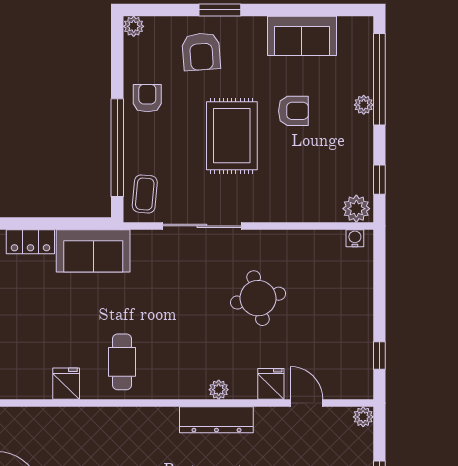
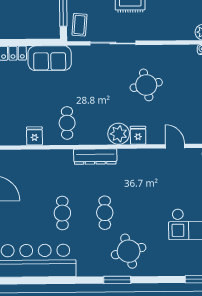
fridge: (271, 384) -> (138, 135), moved
plant: (219, 390) -> (119, 134), width x1.87, depth x1.87
dresser: (216, 420) -> (95, 157), moved

